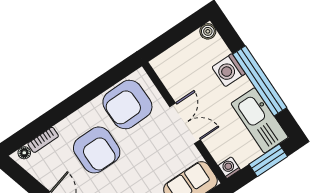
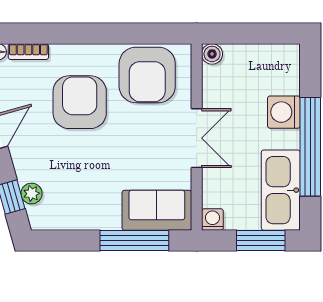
boiler: (208, 31) -> (212, 54), moved
armchair: (127, 105) -> (147, 75), turned -89
armchair: (97, 150) -> (80, 102), turned 180

